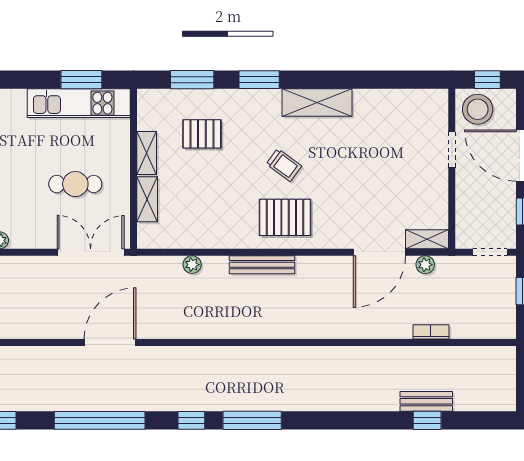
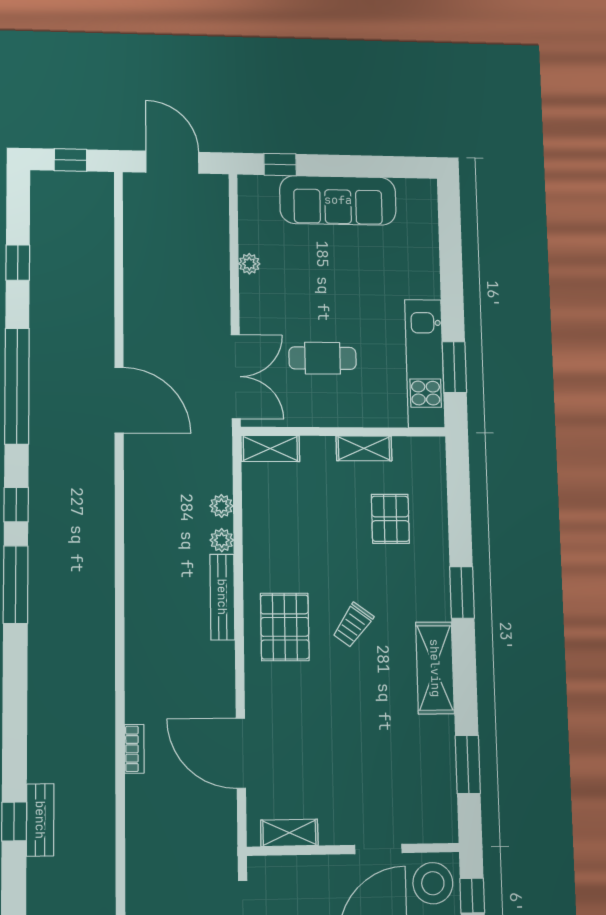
window: (192, 80) -> (468, 764), moved
cafe table: (75, 184) -> (322, 358), turned 90
shelving: (147, 199) -> (270, 448), moved
shelving: (427, 239) -> (289, 833), moved, turned 90
plant: (425, 265) -> (222, 540), moved
bookcase: (431, 332) -> (134, 749), moved

